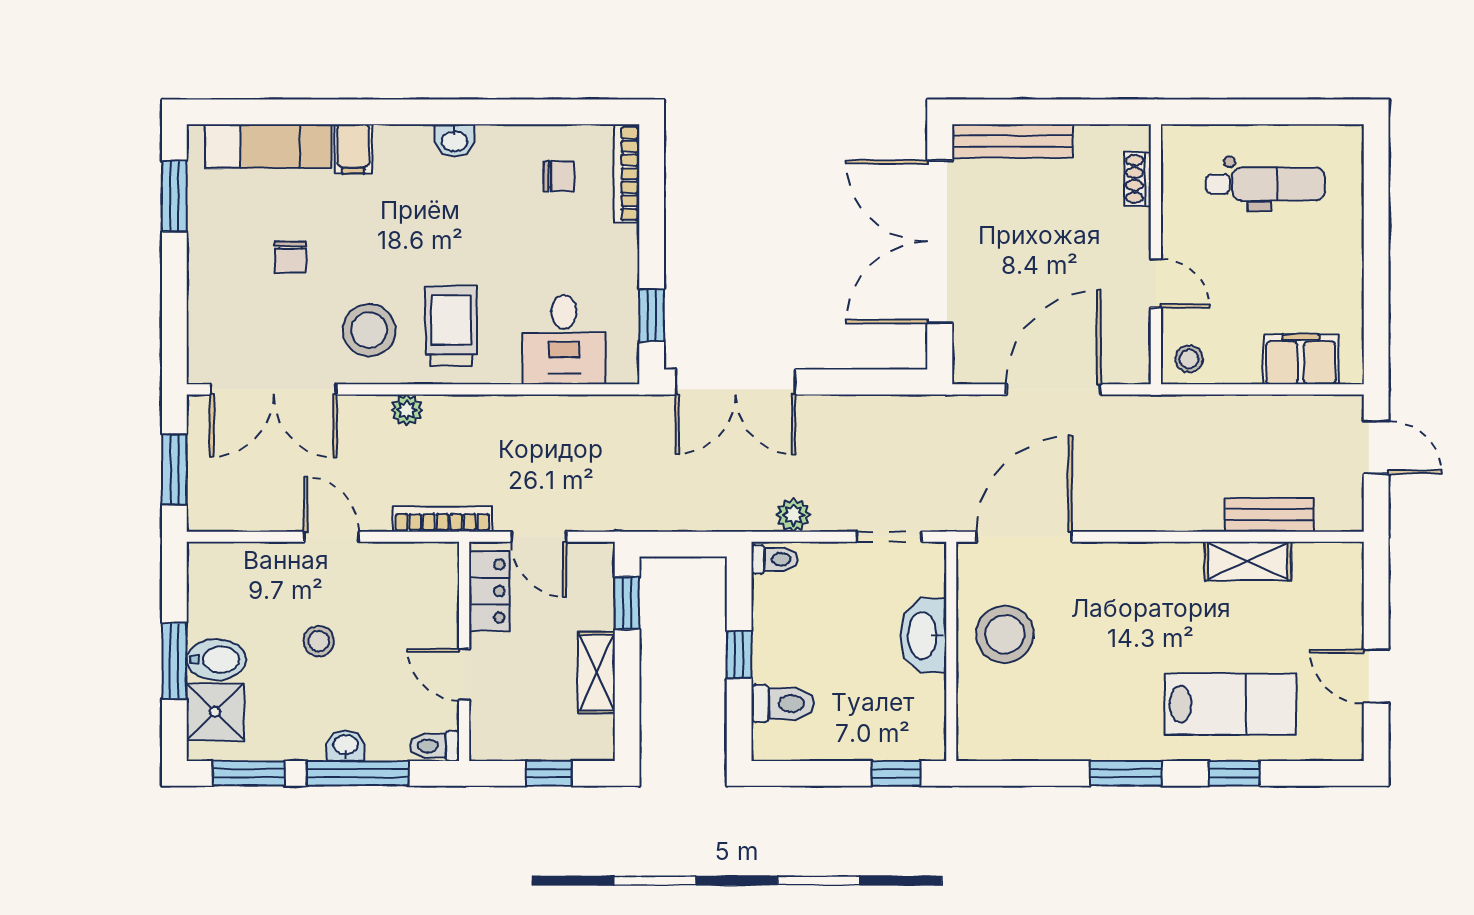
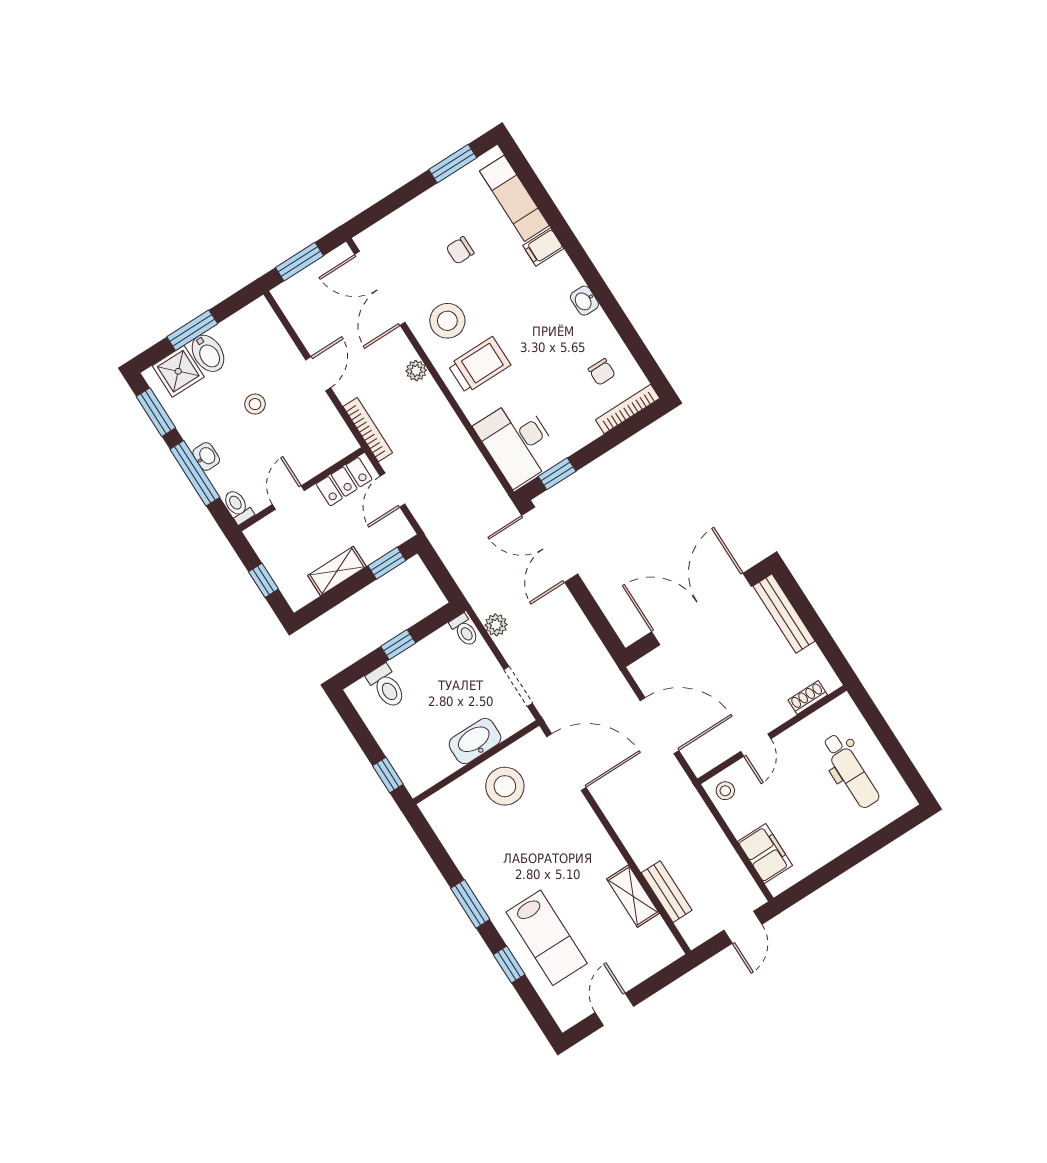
desk: (564, 340) -> (517, 442), width x1.37

